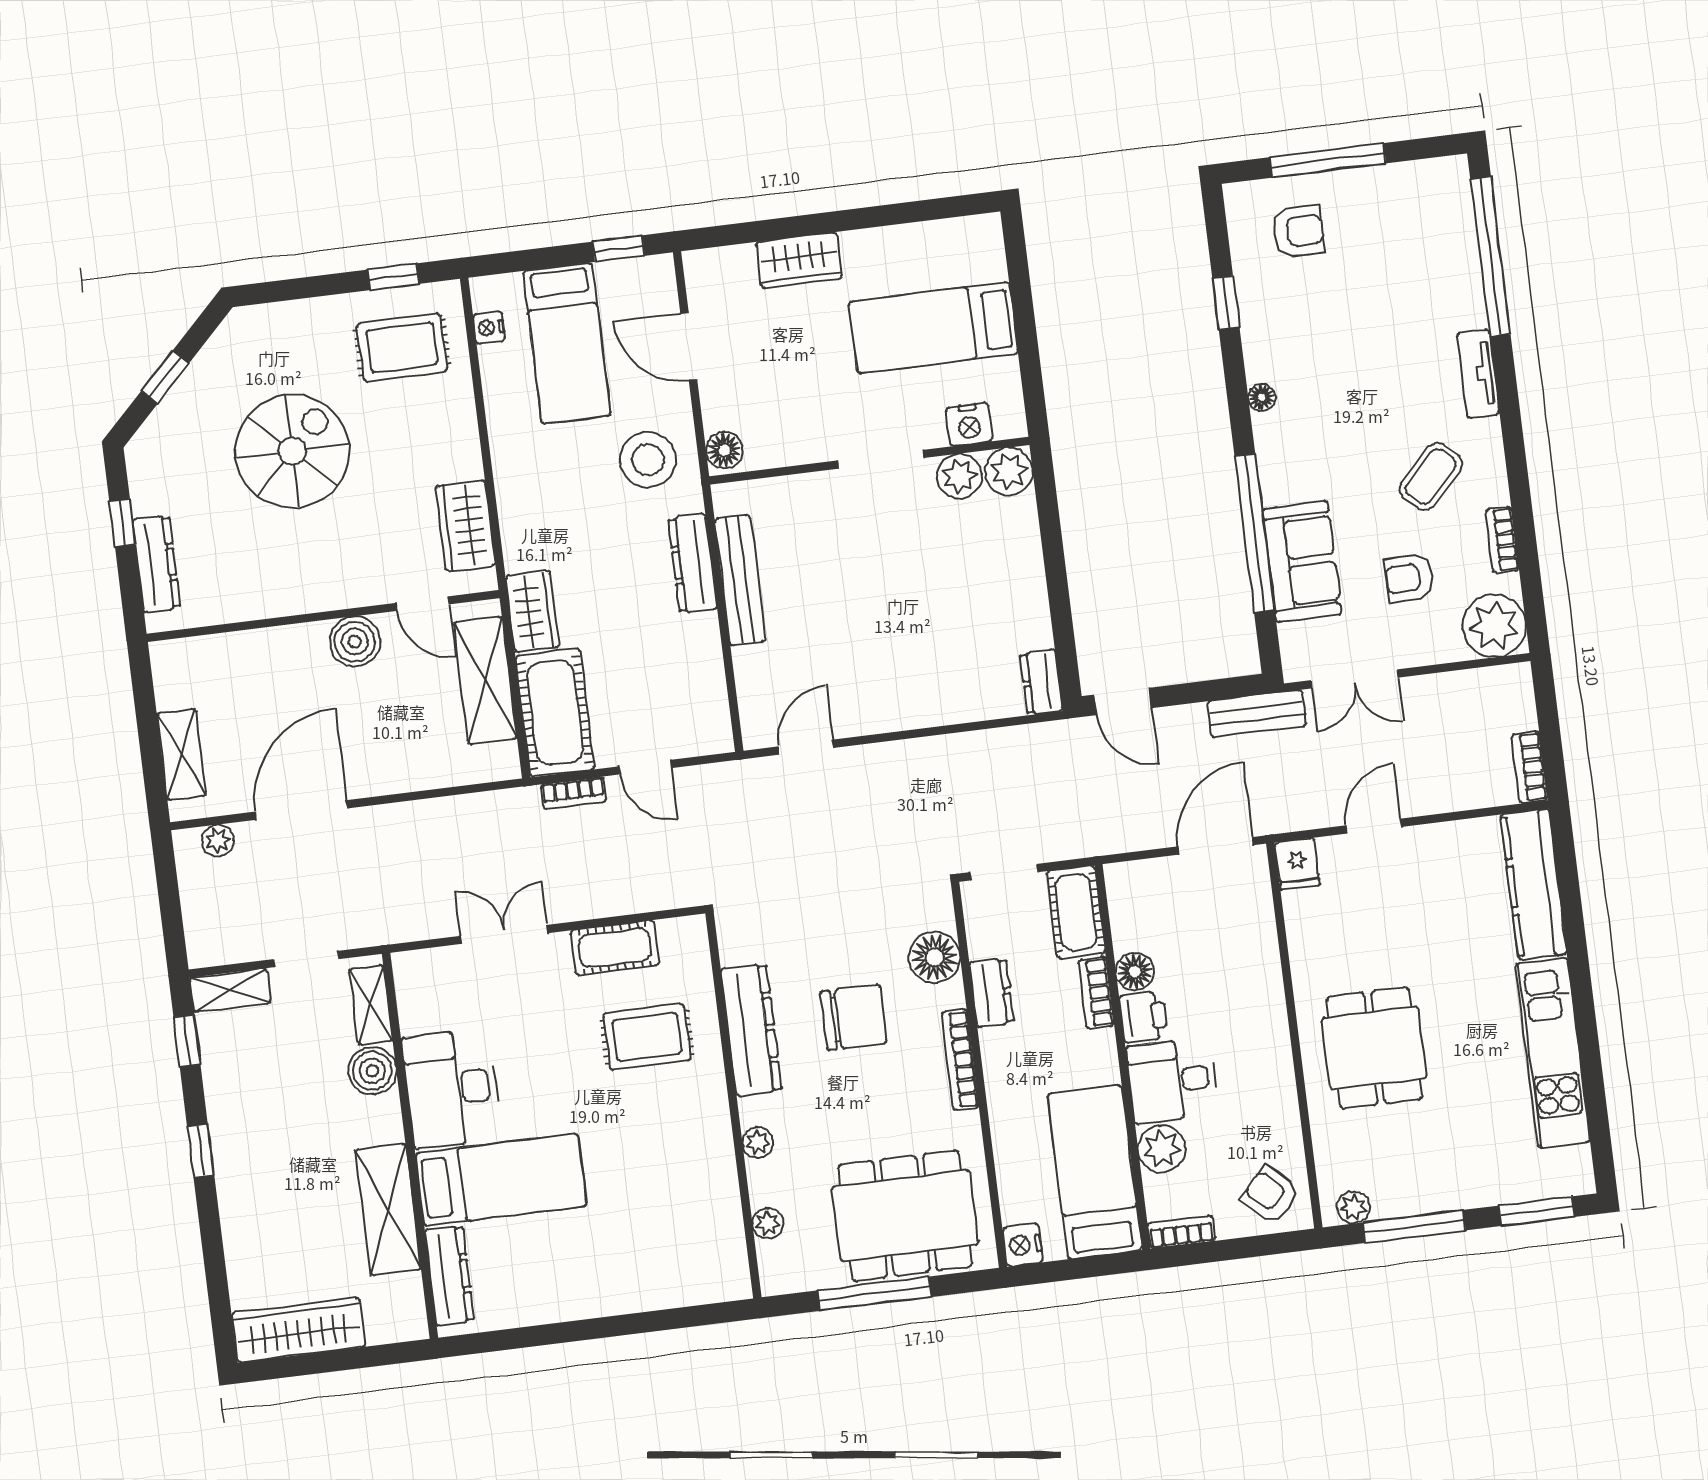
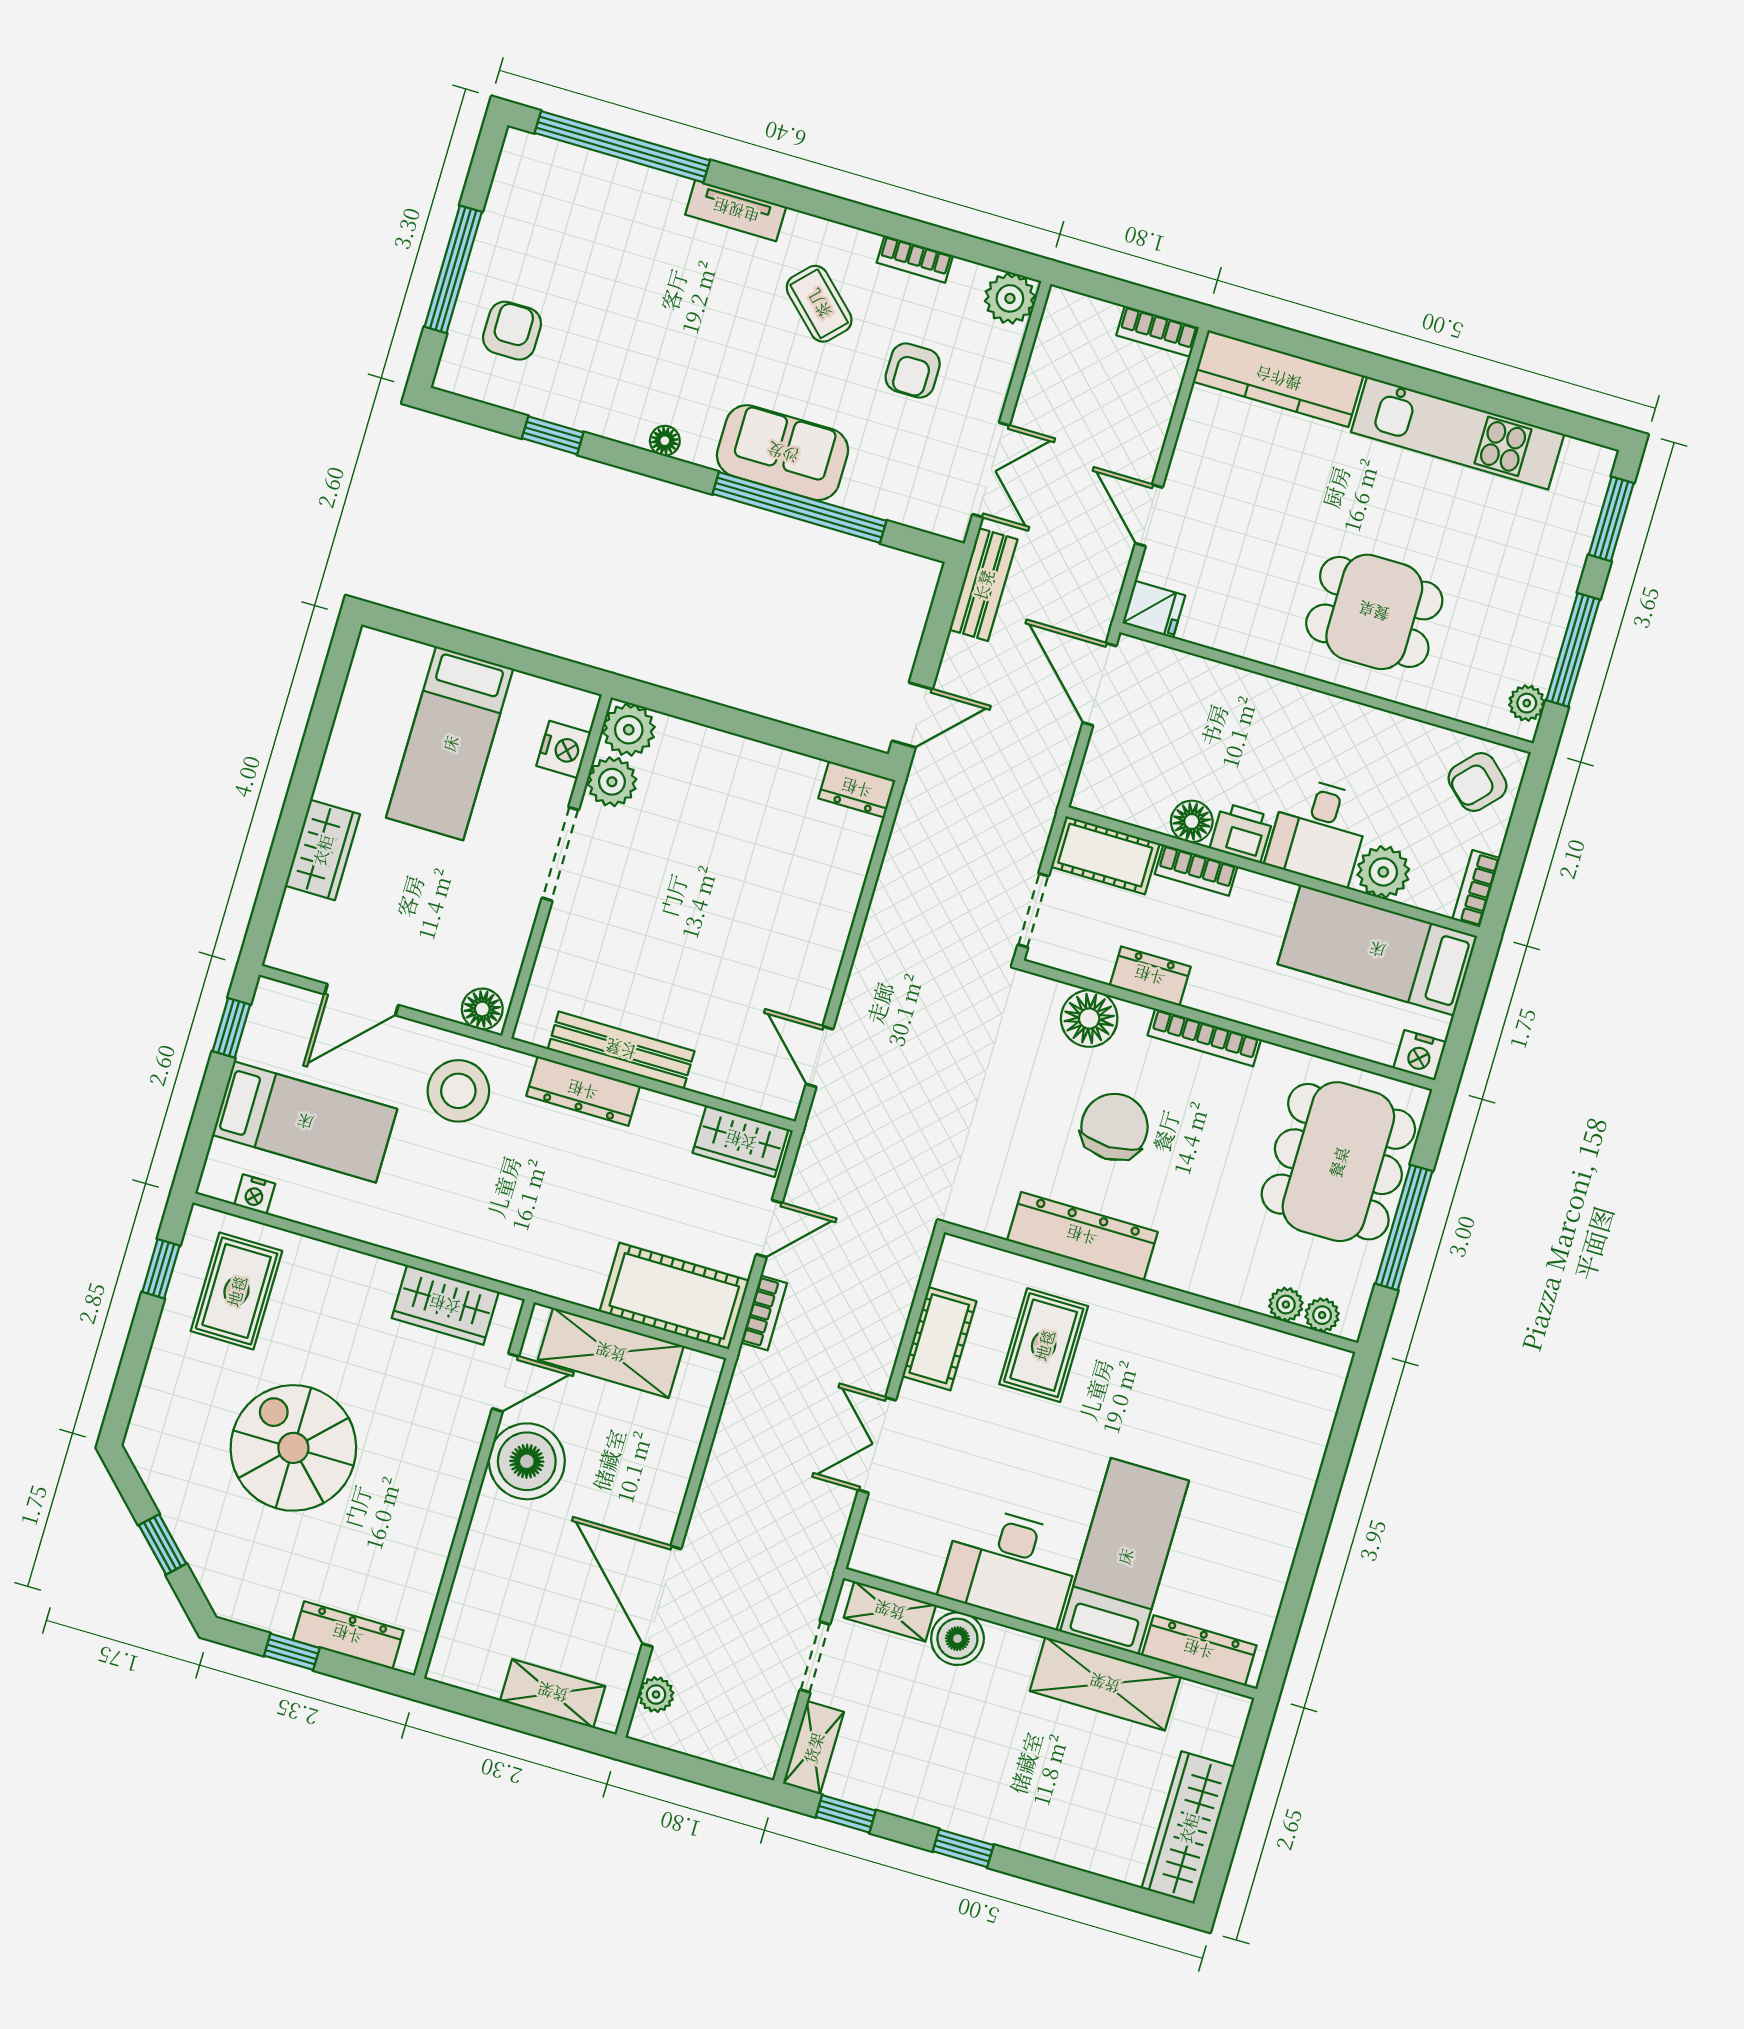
sofa: (1302, 561) -> (783, 453), moved
wardrobe: (532, 611) -> (741, 1141), moved, turned 180
plant: (1494, 626) -> (1010, 298), width x0.73, depth x0.73
boiler: (355, 642) -> (527, 1461), width x1.37, depth x1.37
plant: (758, 1143) -> (1322, 1315), moved

